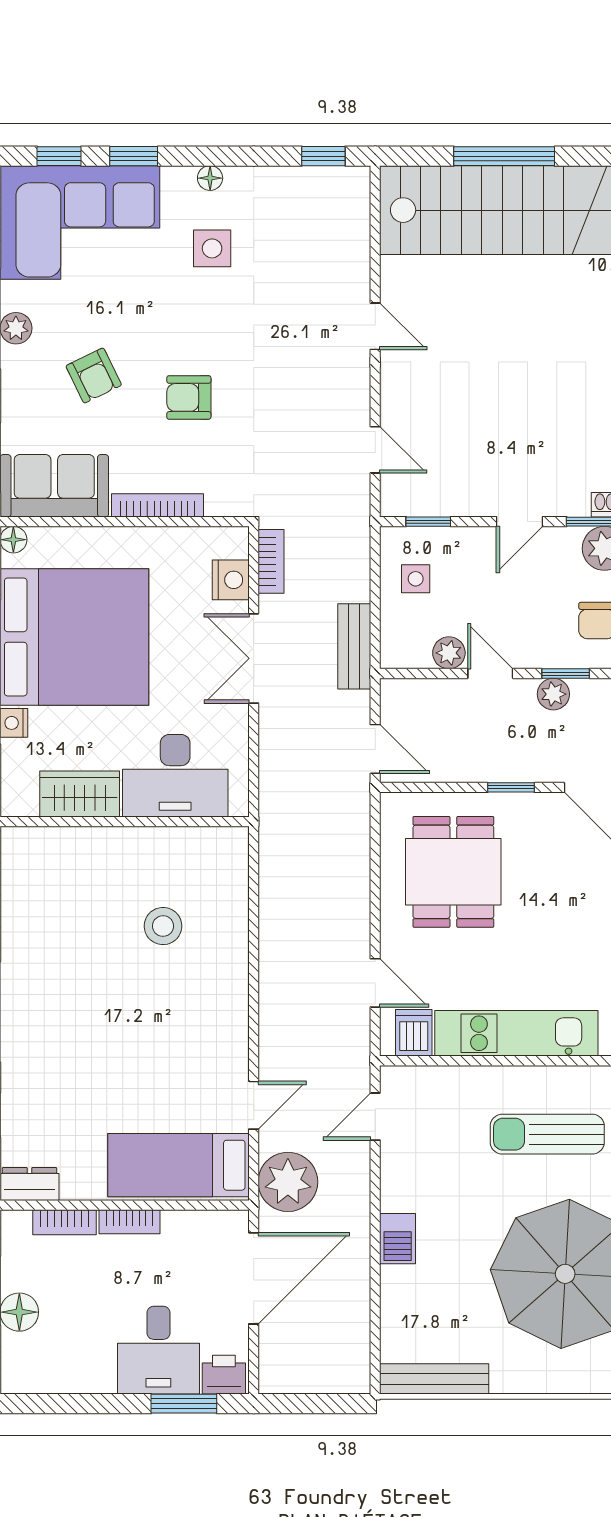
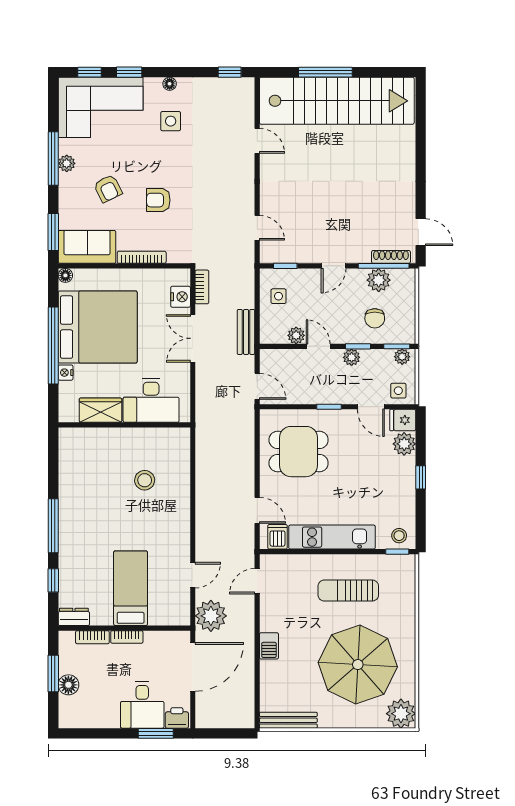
door: (375, 326) -> (257, 141), moved
dining table: (453, 872) -> (299, 452), turned 90
bed: (178, 1165) -> (131, 588), moved, turned 90

